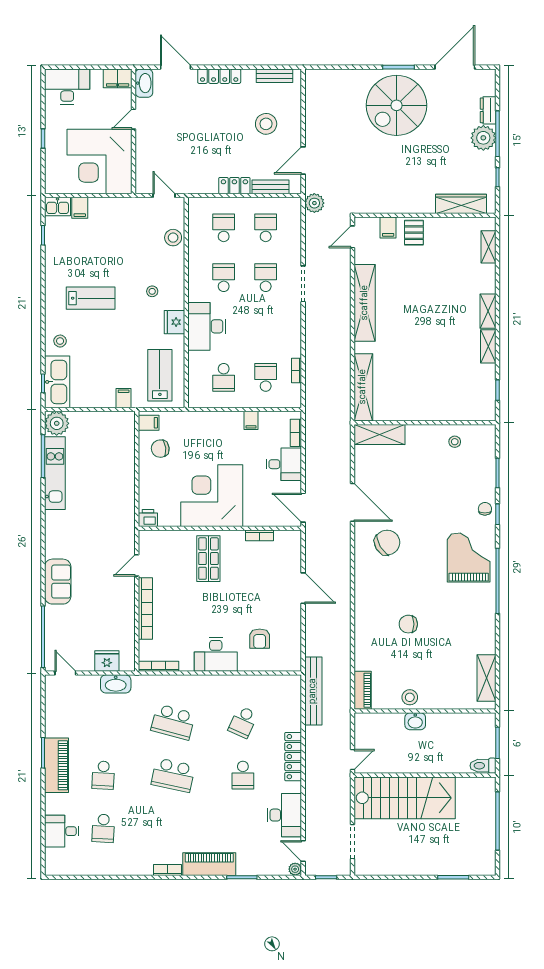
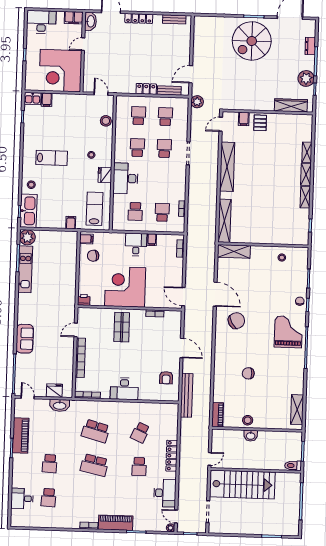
stool: (266, 124) -> (168, 50), removed
plant: (483, 138) -> (306, 78), moved
shelving: (488, 247) -> (307, 152), moved
desk: (284, 464) -> (136, 244), moved, turned -90
armchair: (260, 639) -> (166, 378), moved
bench: (313, 691) -> (187, 395), moved
piano: (57, 765) -> (21, 436), moved

